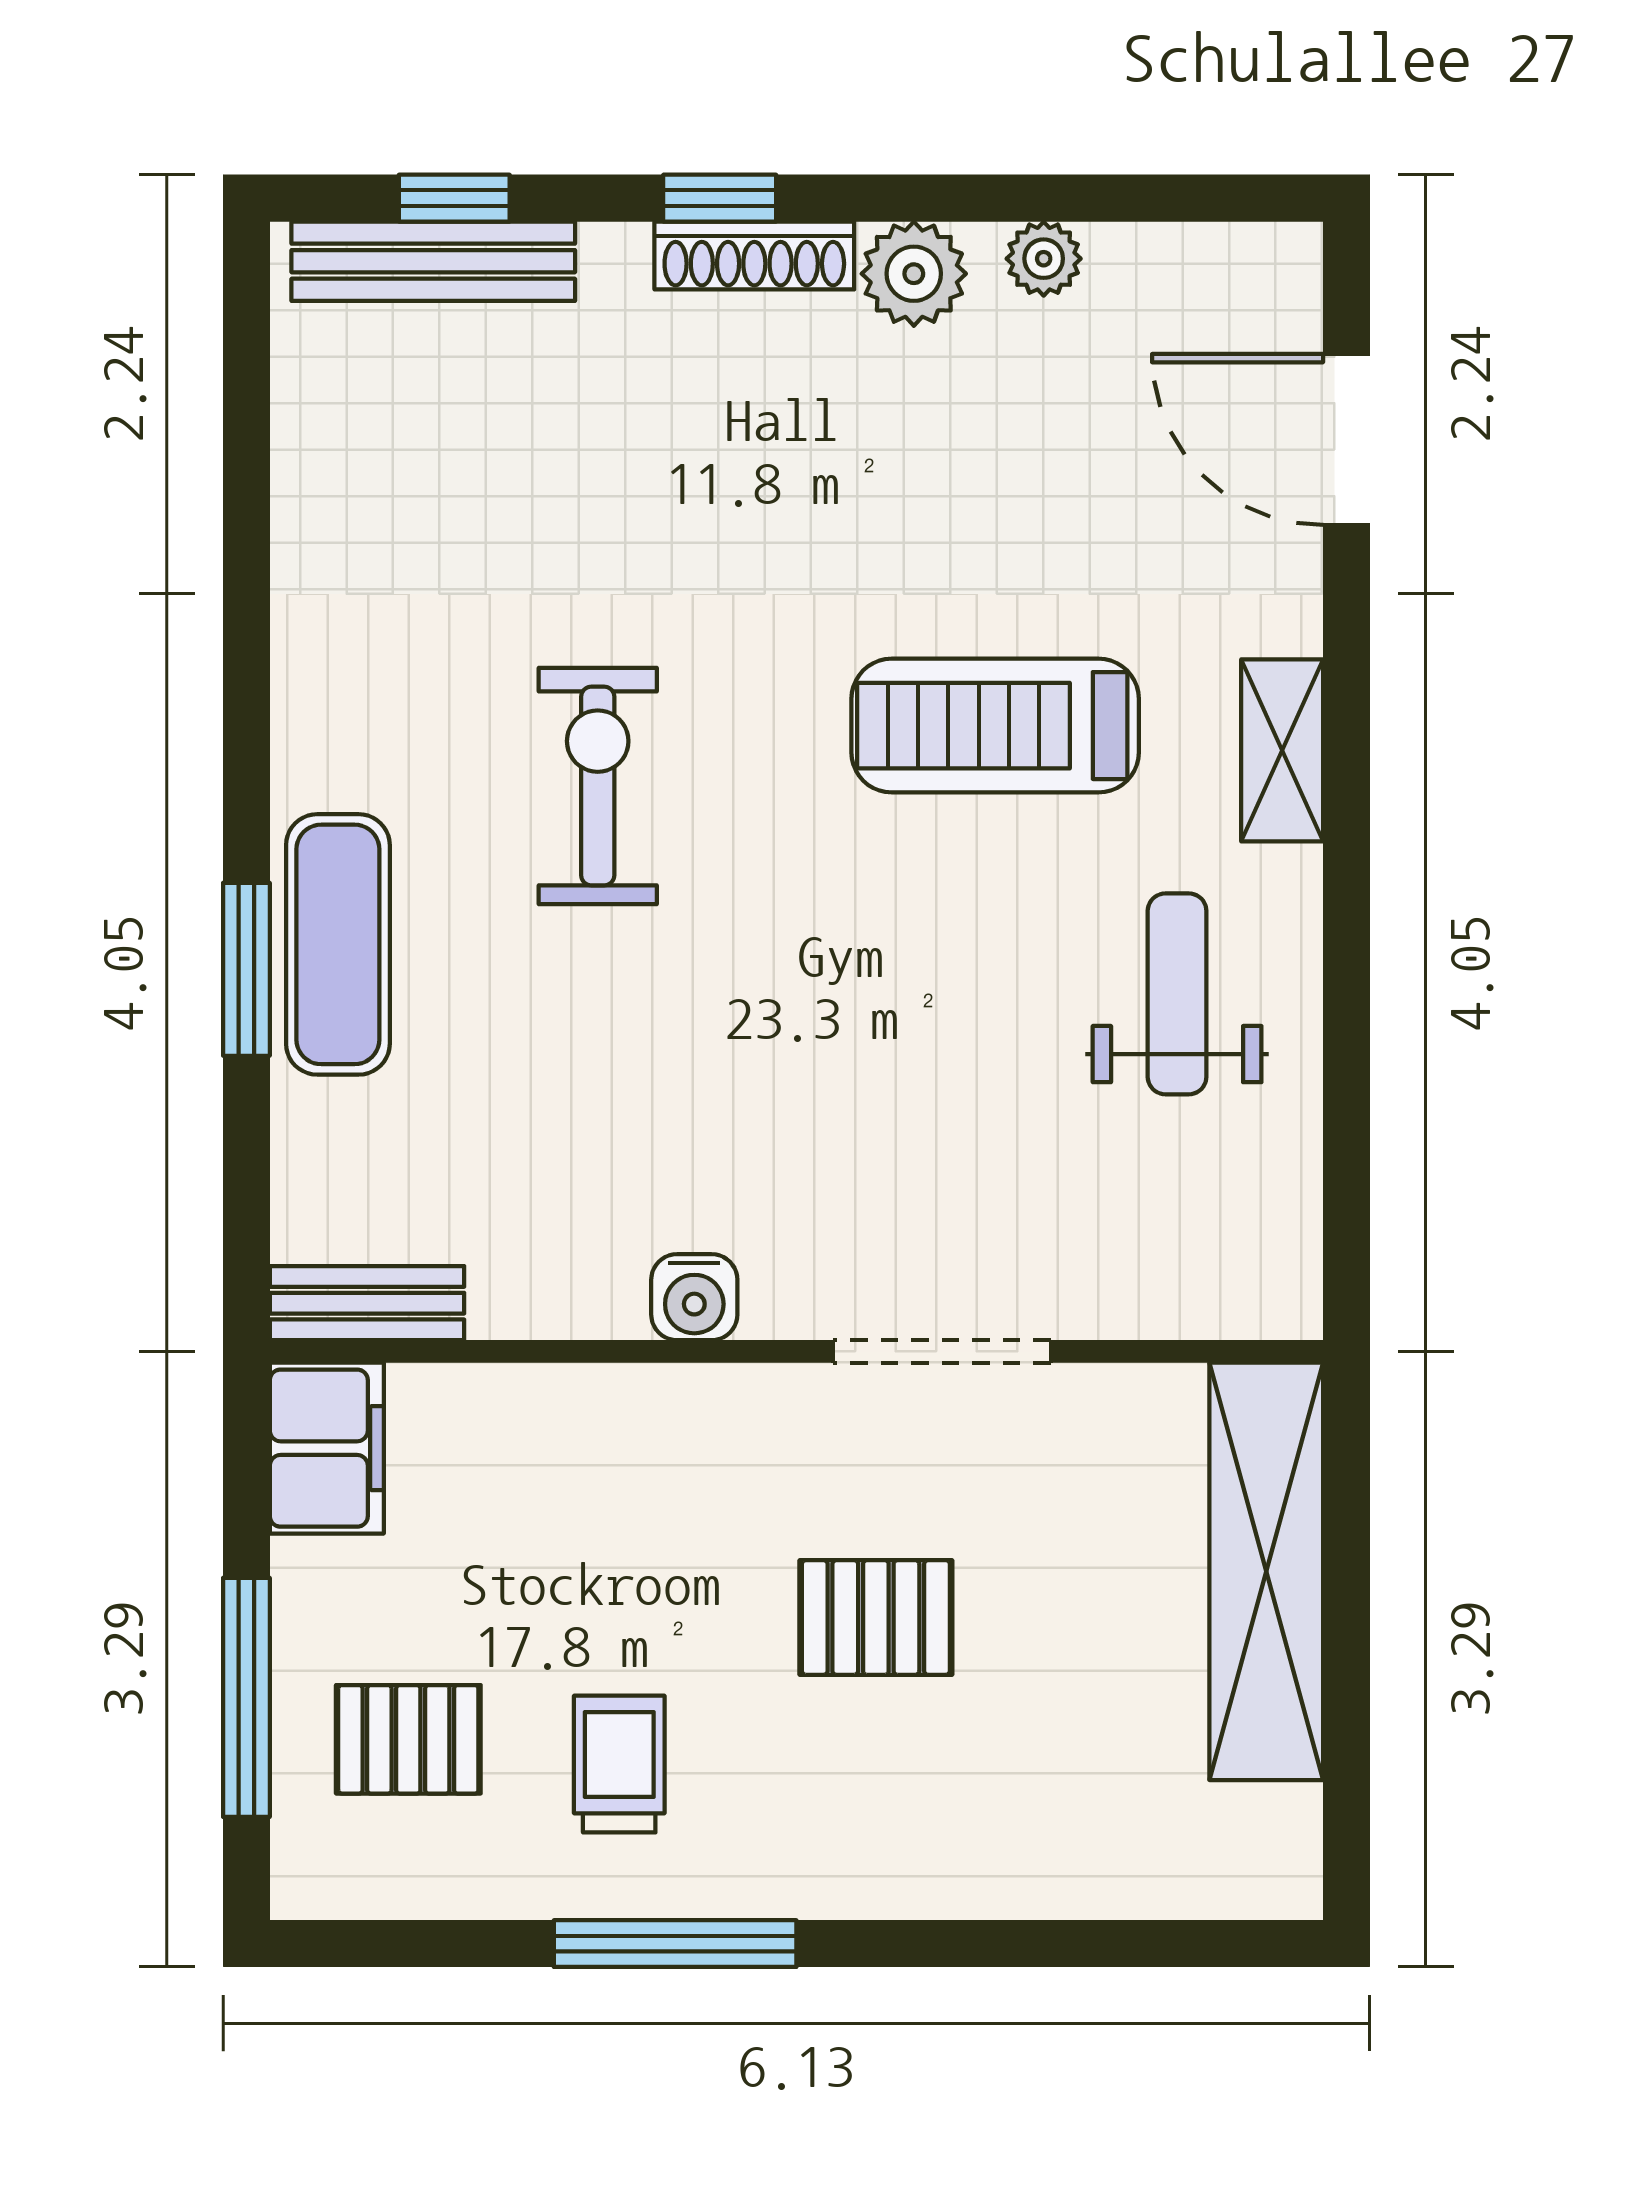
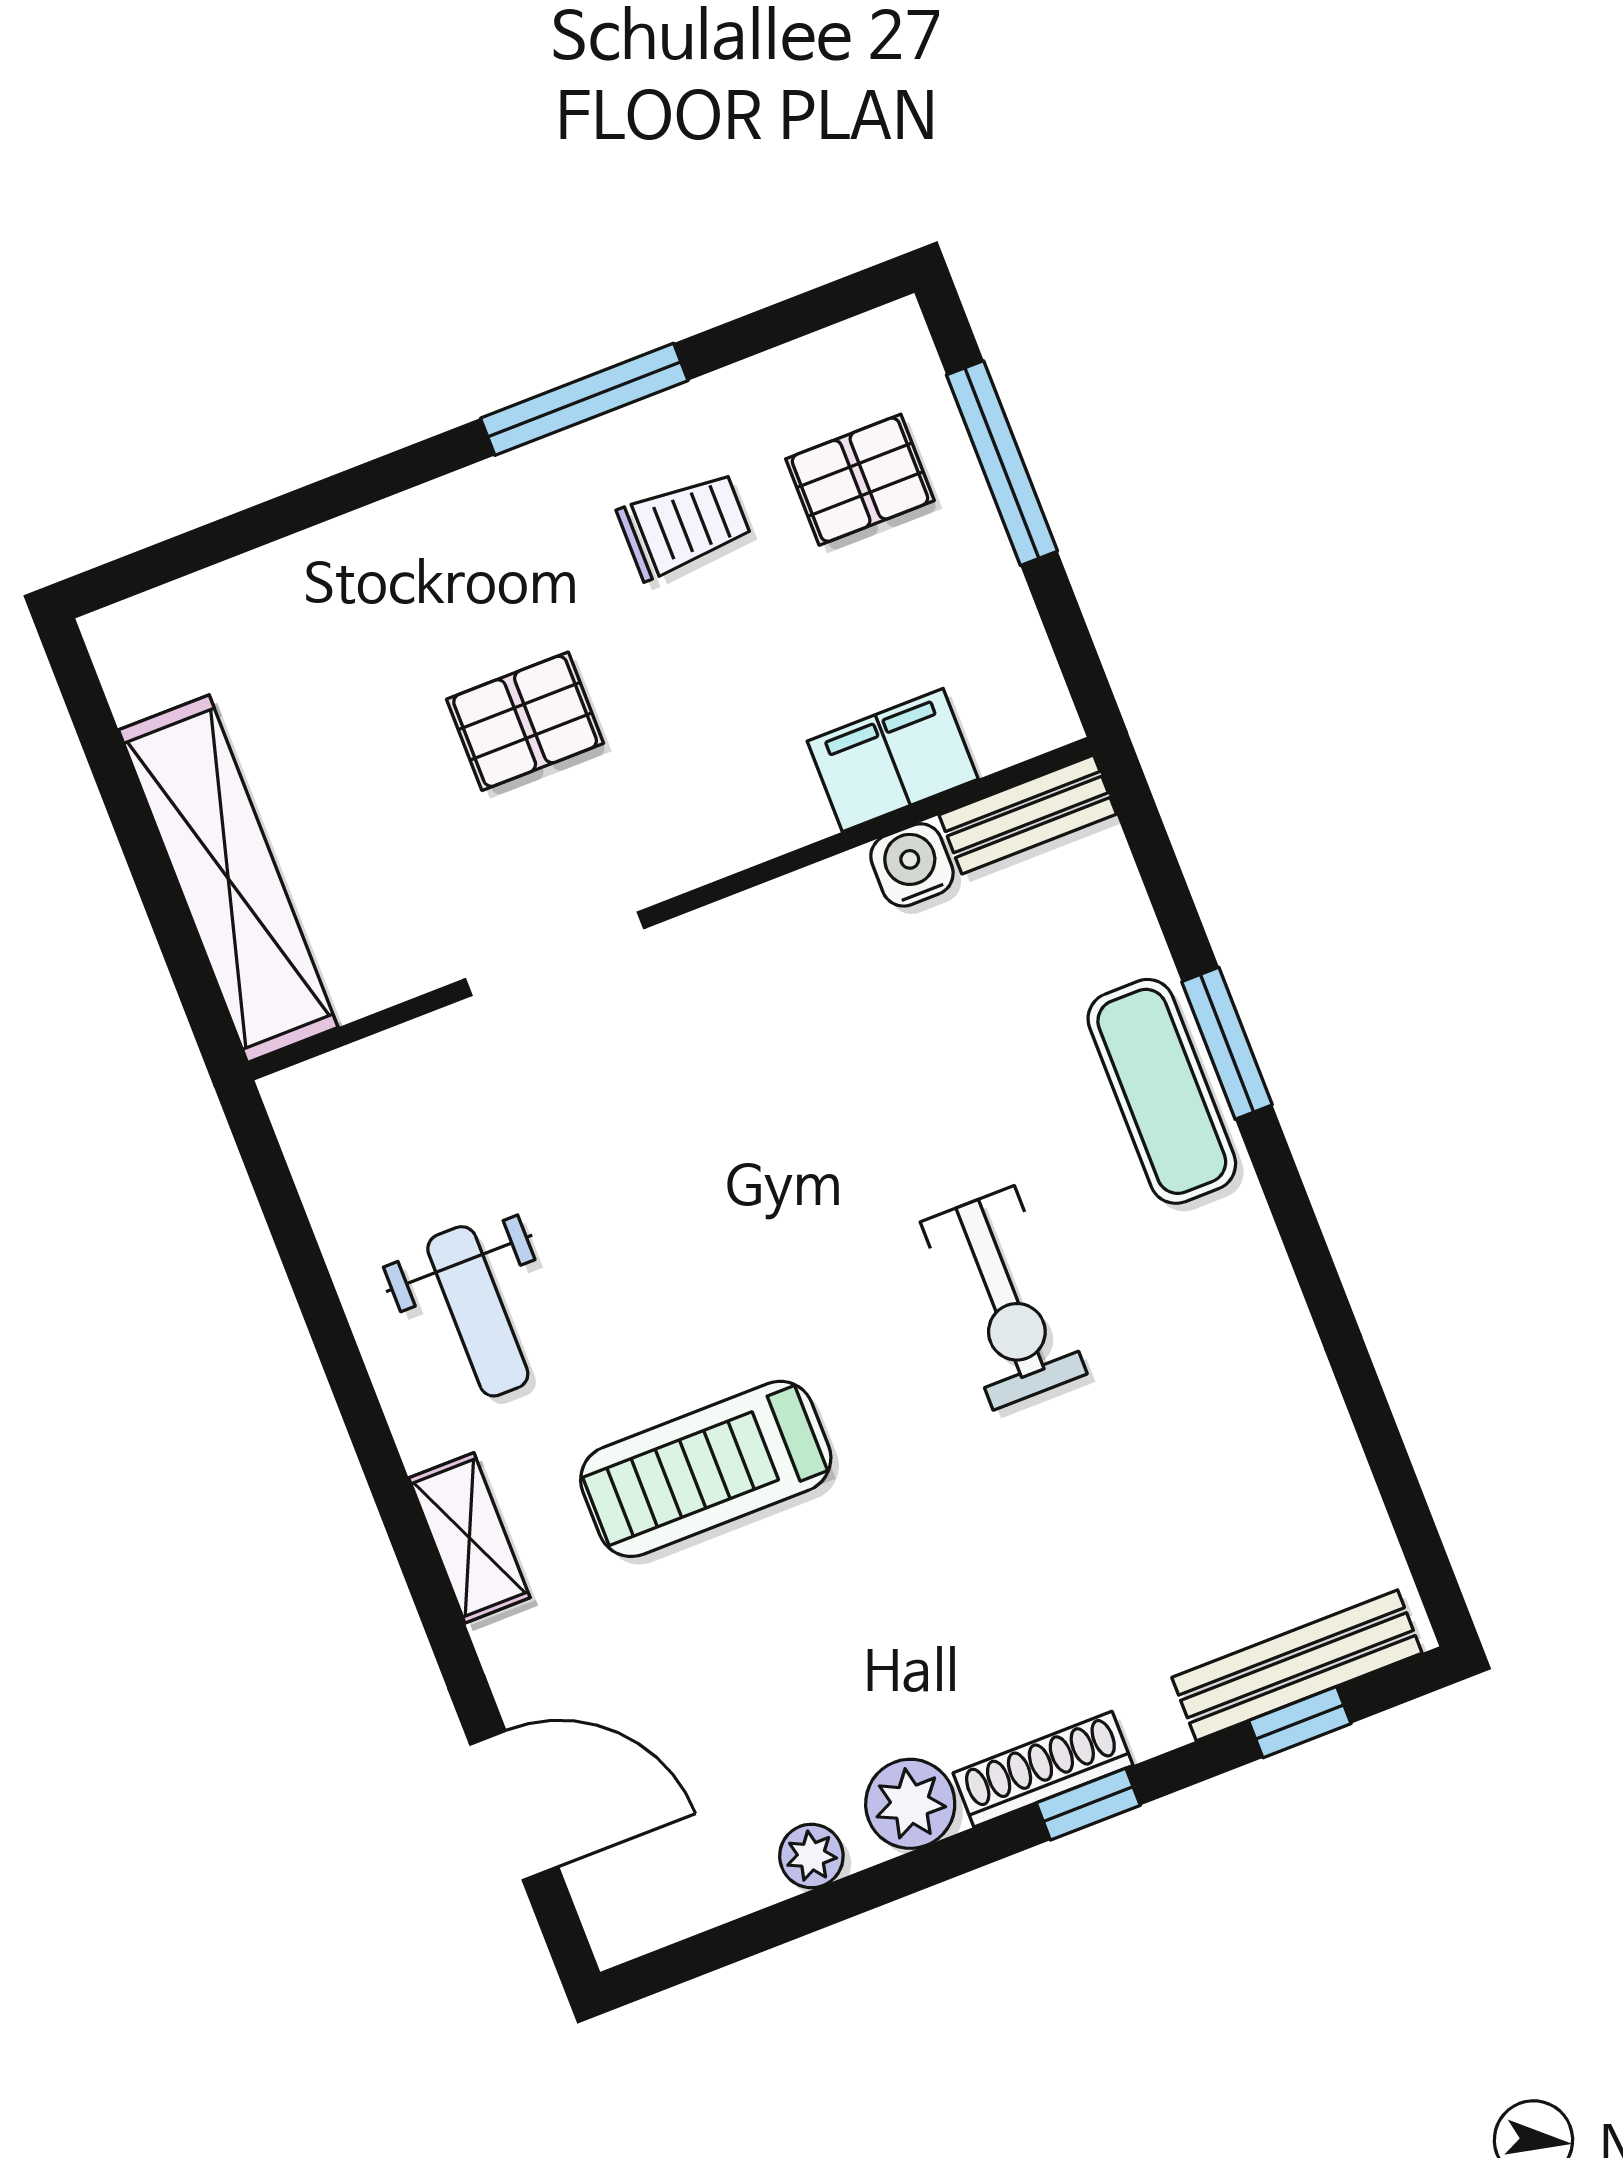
treadmill: (995, 726) -> (706, 1469), turned 180
water cooler: (694, 1297) -> (912, 865), moved
filing cabinet: (327, 1448) -> (893, 760), moved, turned 90
trolley: (619, 1764) -> (684, 525), turned -90

